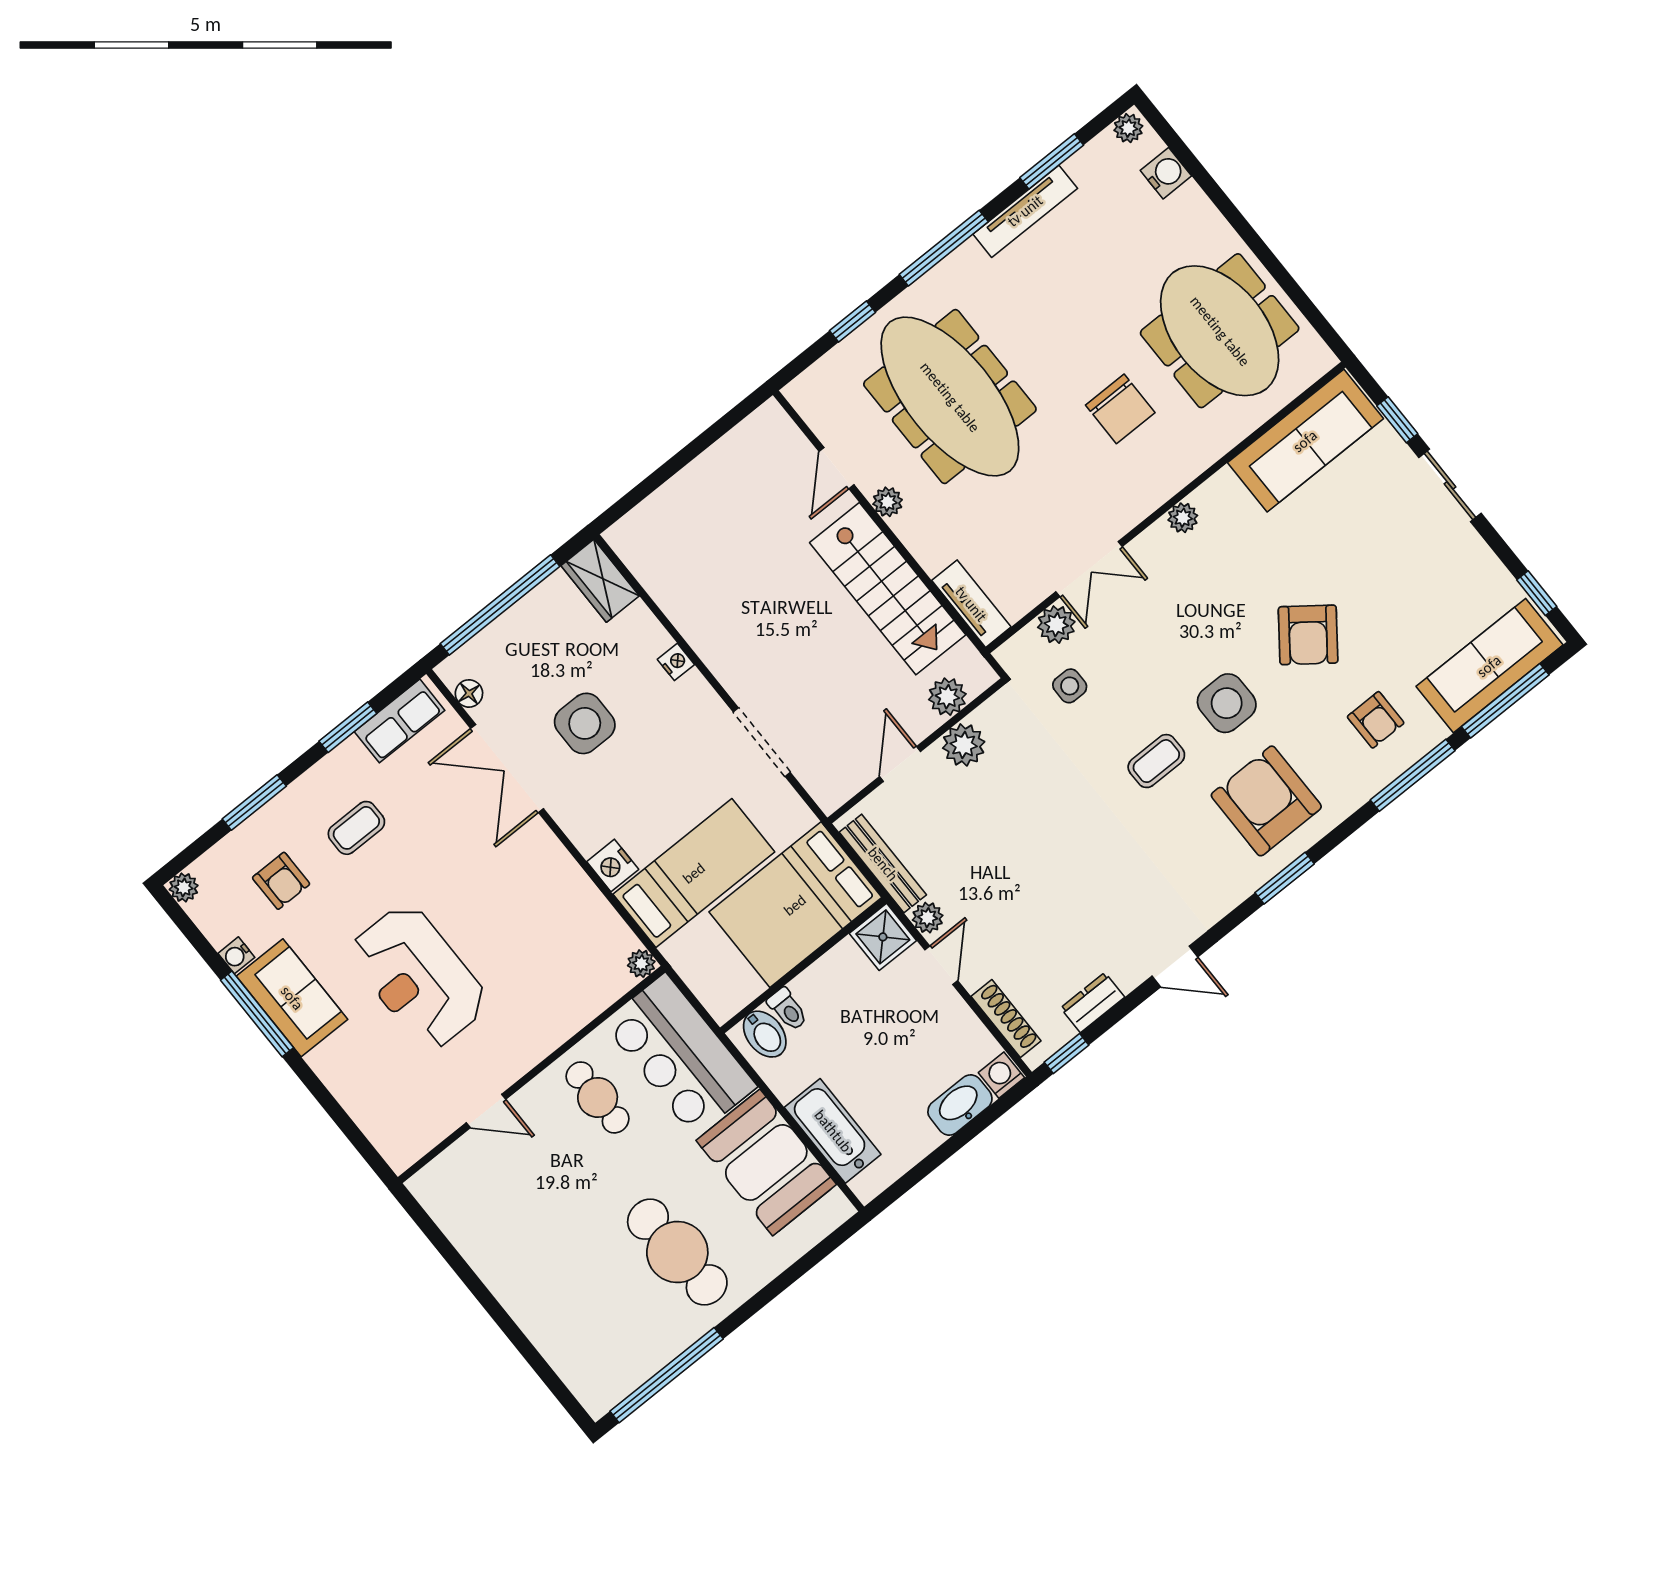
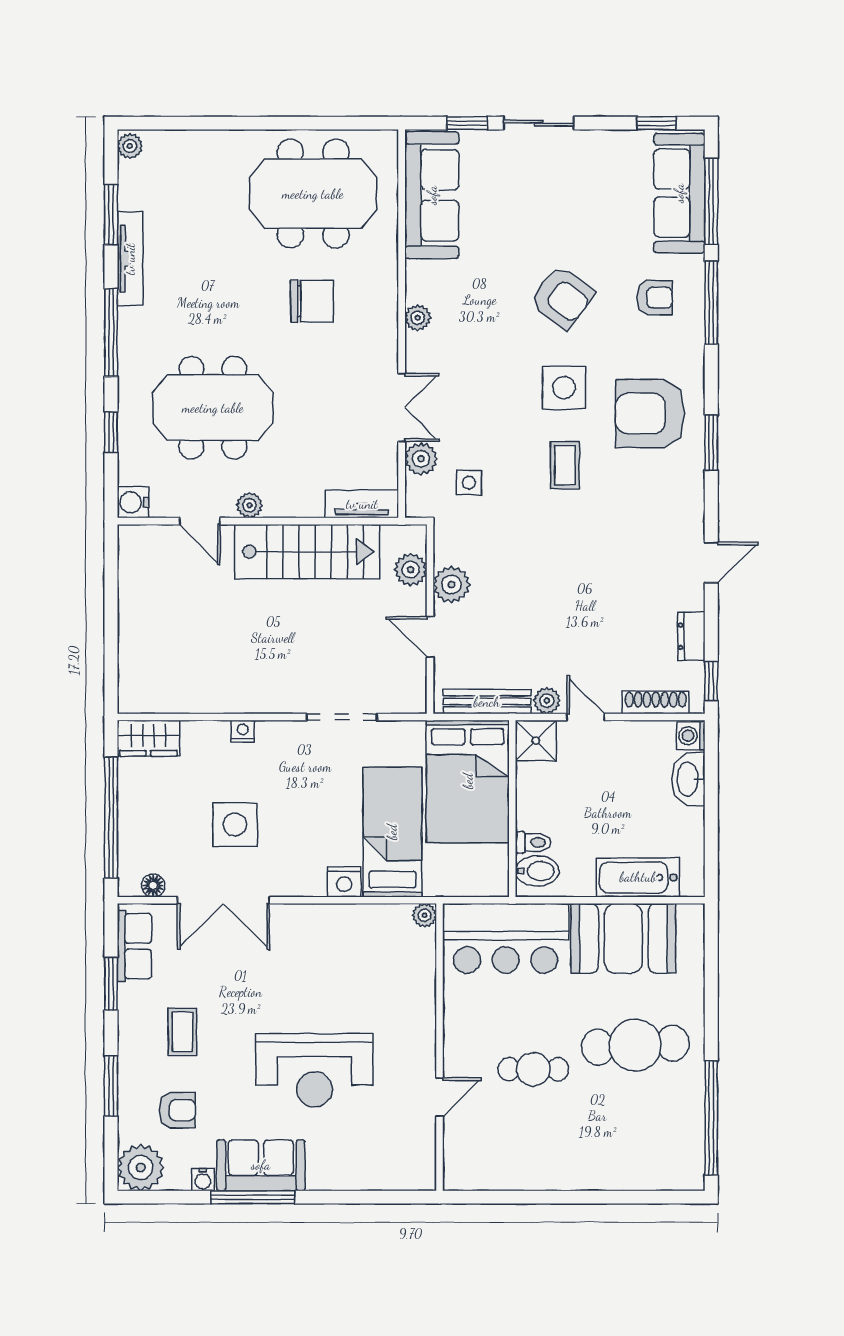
water cooler: (1166, 173) -> (133, 502), moved, turned -90
meeting table: (950, 397) -> (213, 408), width x0.73
plant: (184, 888) -> (141, 1168), width x1.87, depth x1.87
cafe table: (598, 1097) -> (533, 1069), moved

